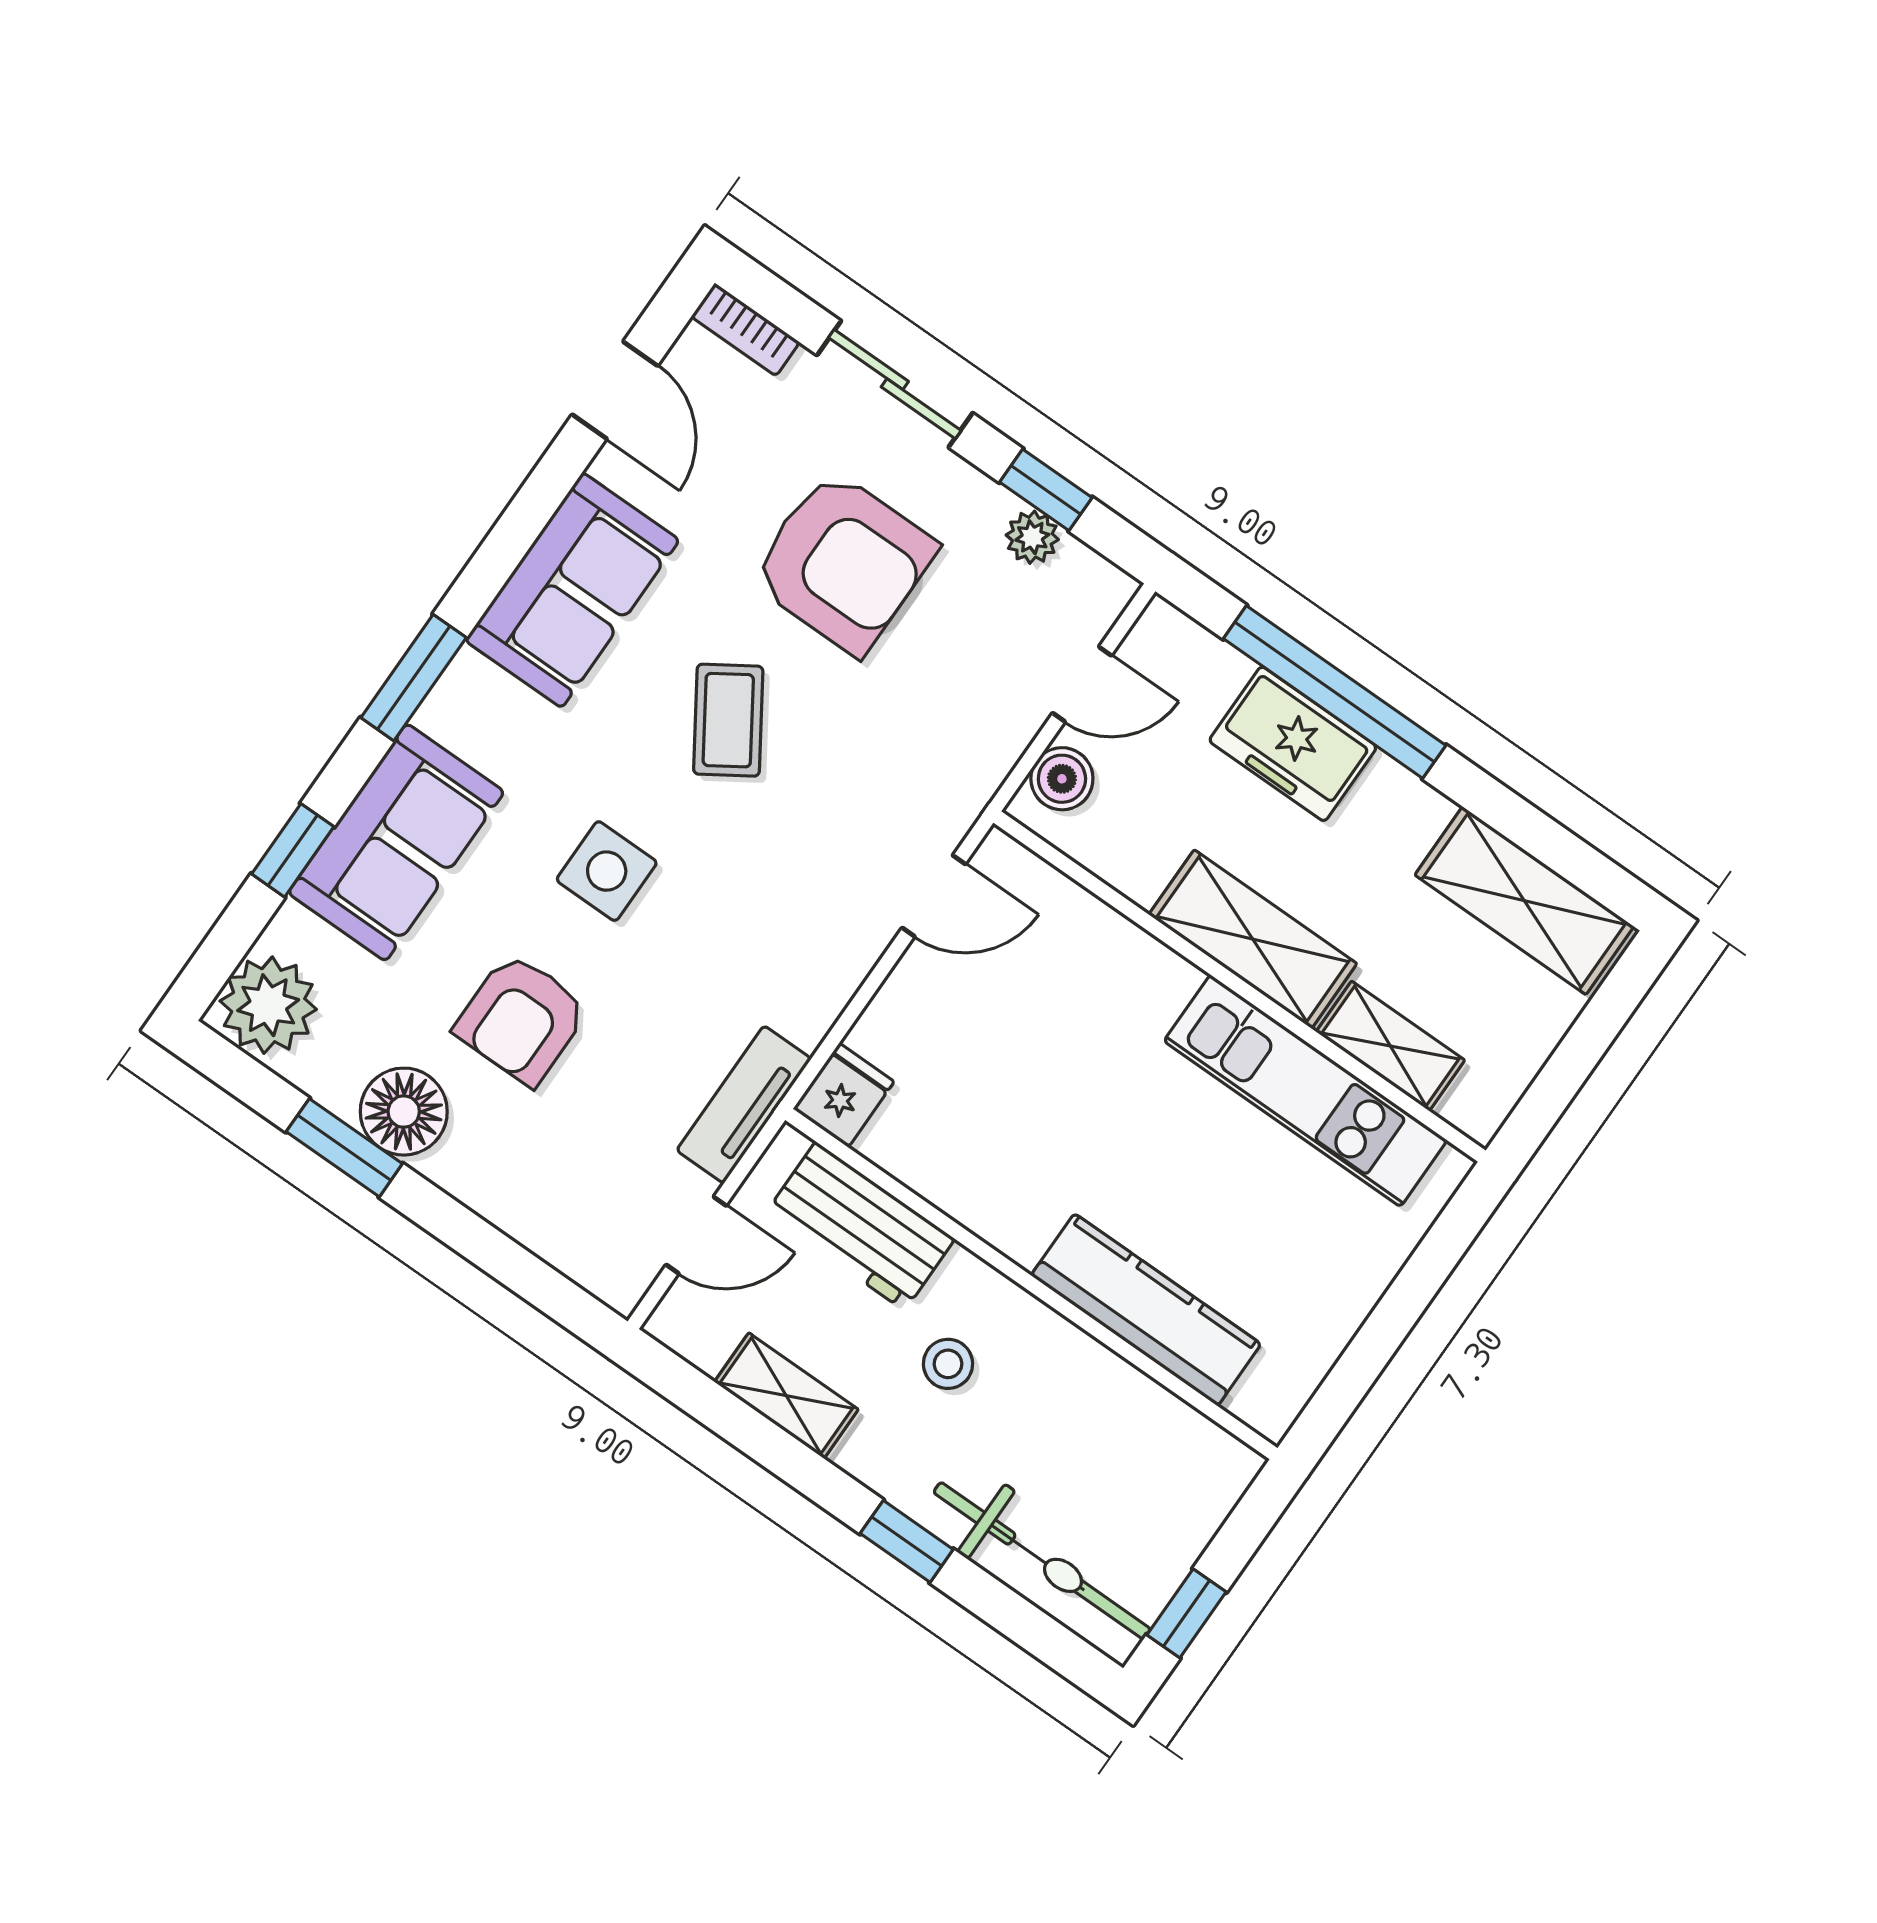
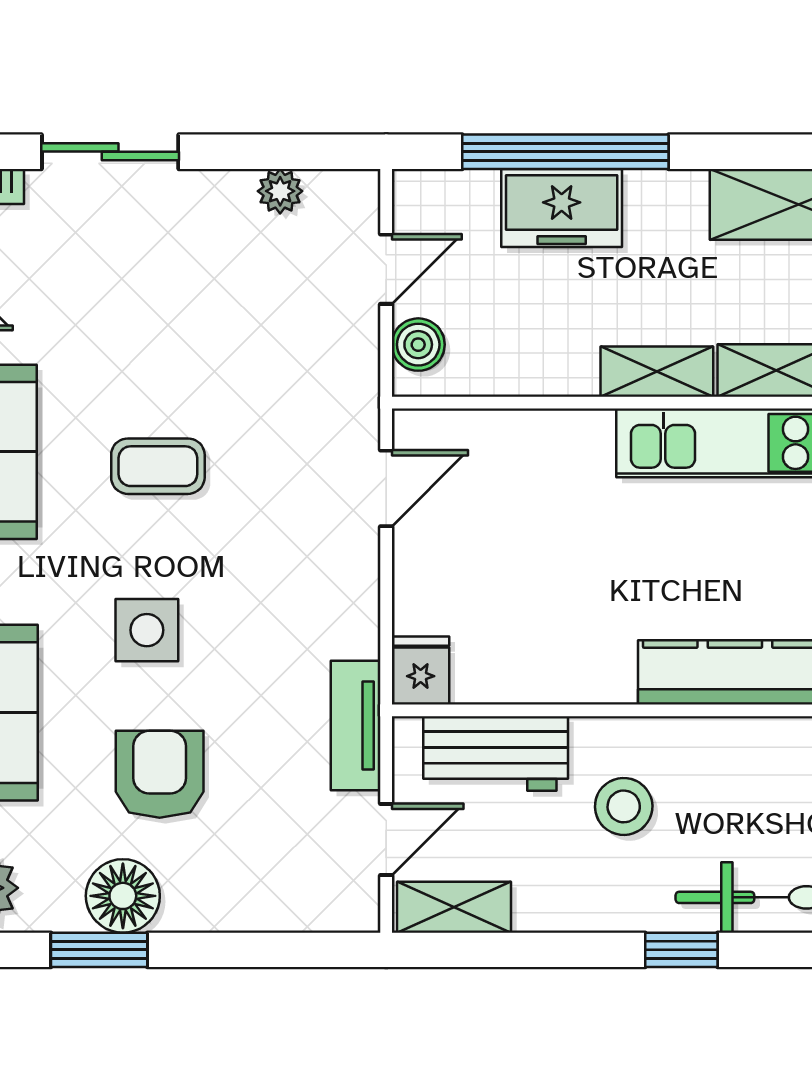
window: (1046, 490) -> (266, 152), removed
armchair: (843, 562) -> (161, 301), removed
coffee table: (728, 720) -> (158, 466), turned -57
shelving: (1253, 939) -> (657, 372), width x0.67, depth x0.75
armchair: (521, 1019) -> (160, 774), turned 180
stool: (948, 1364) -> (624, 806), width x1.37, depth x1.37
shelving: (786, 1396) -> (454, 907), moved

